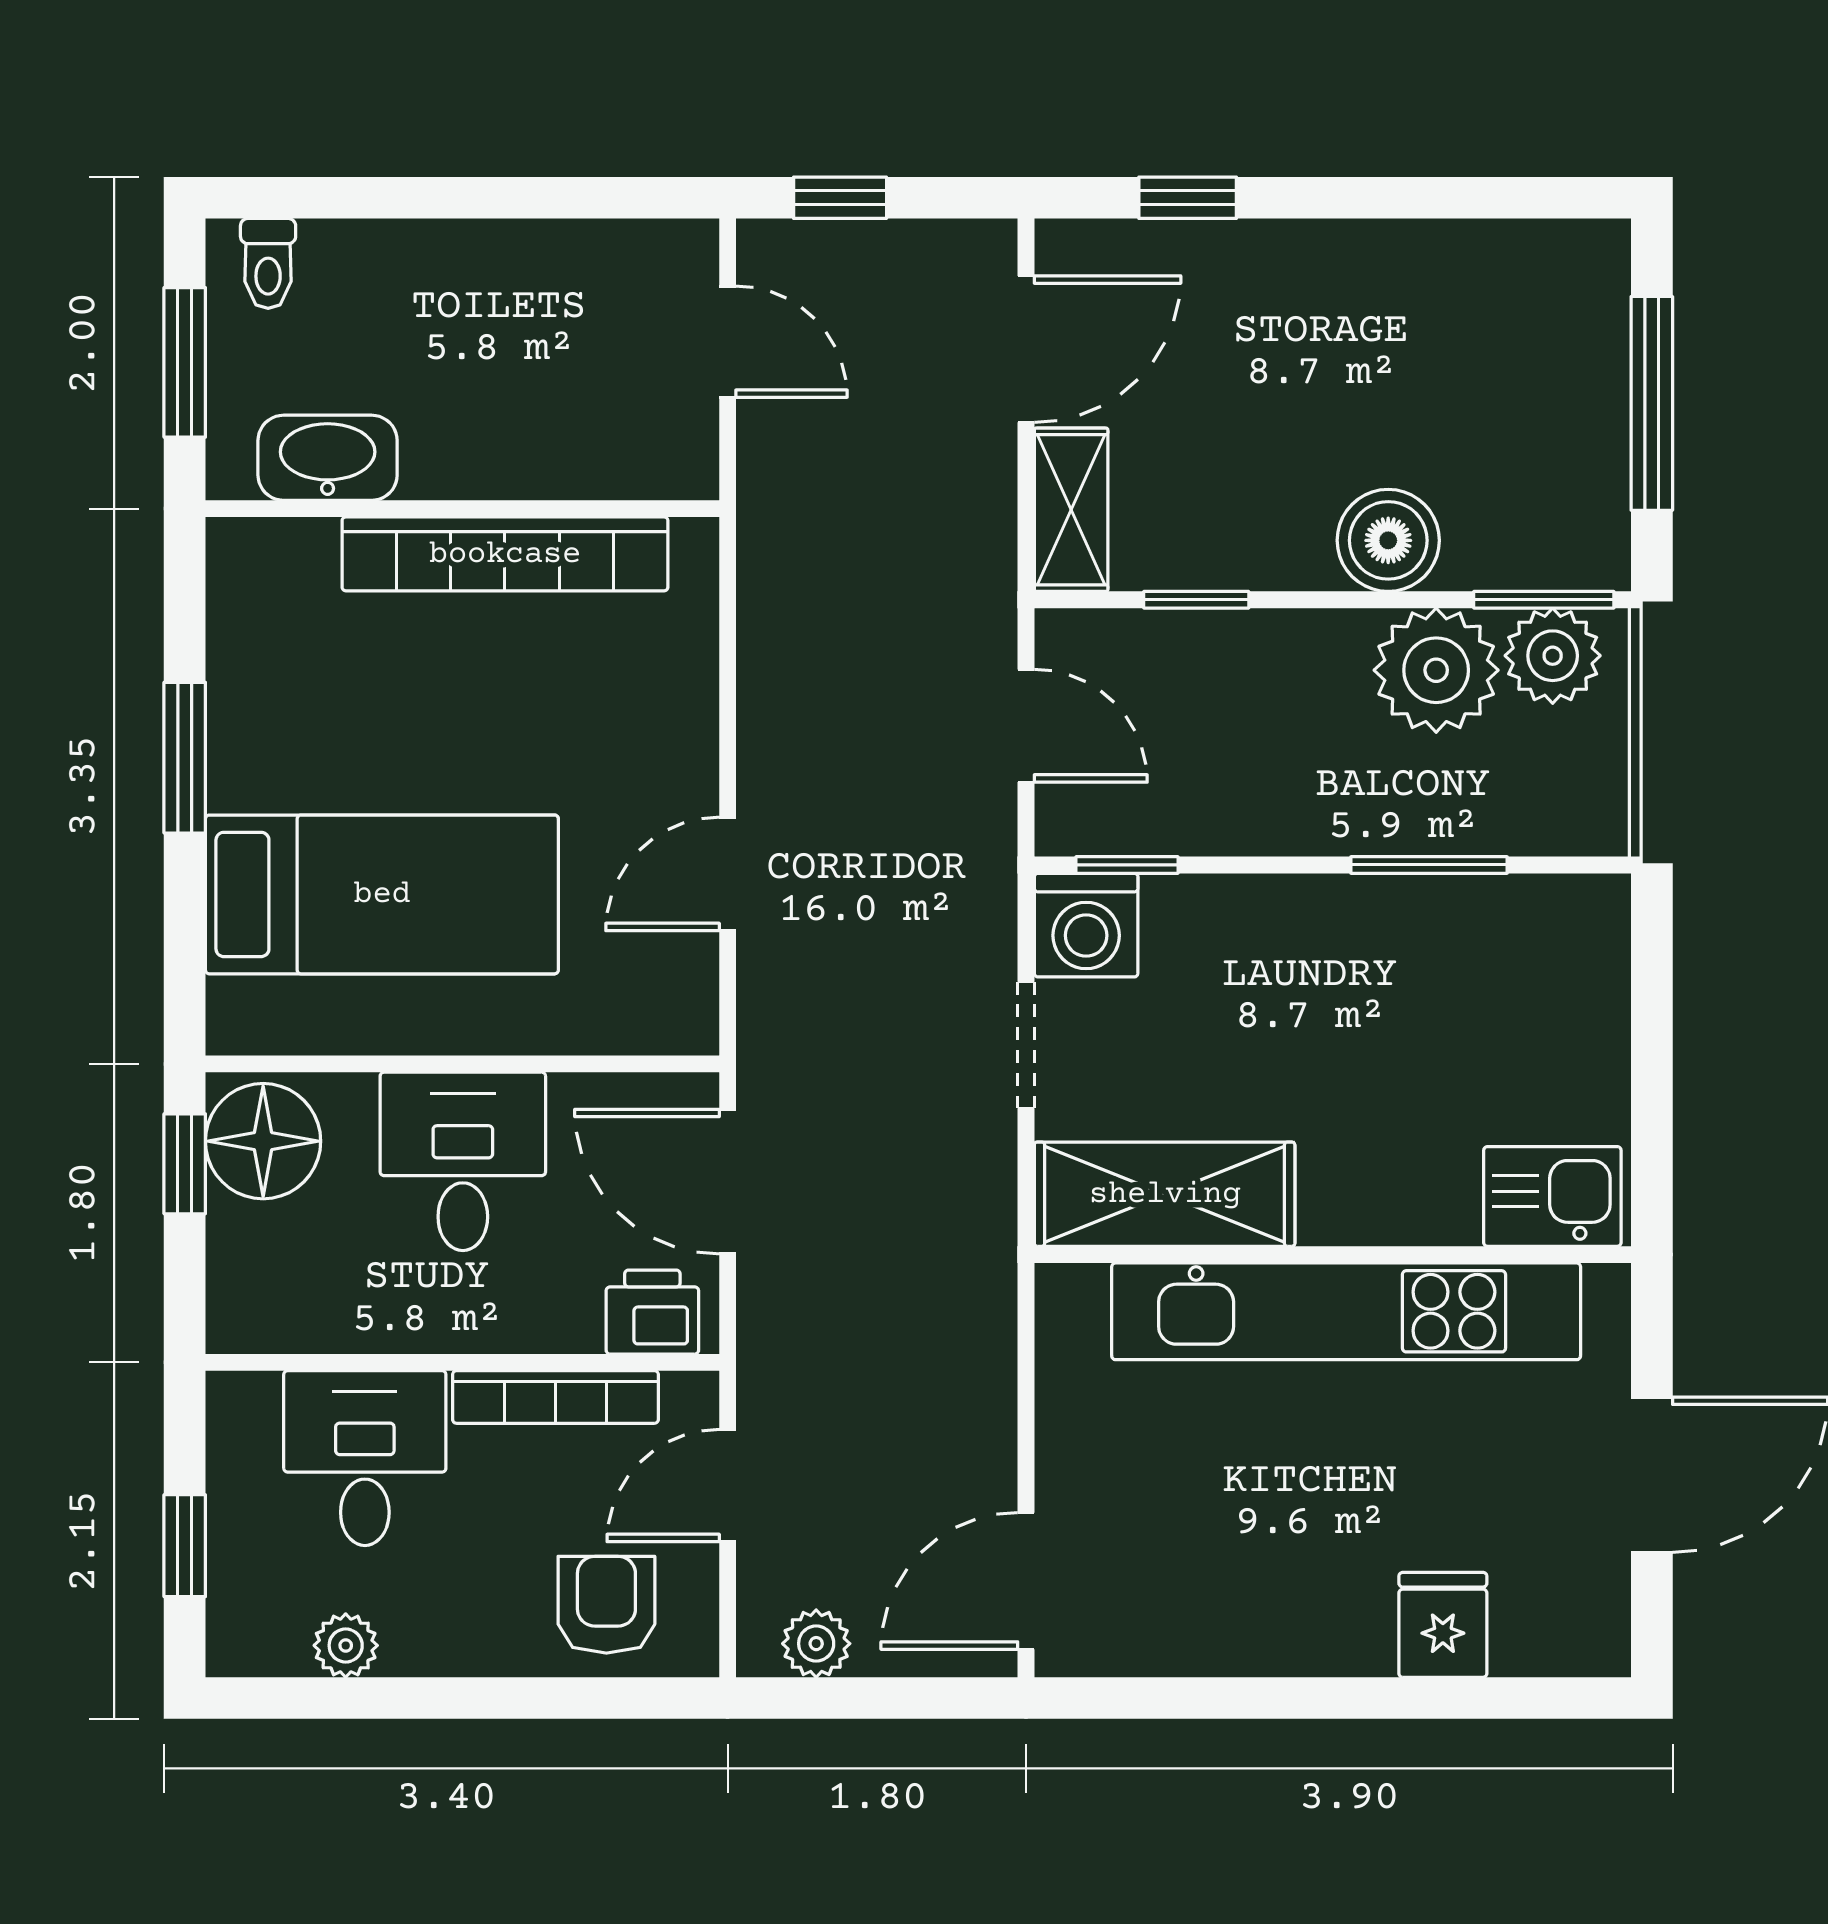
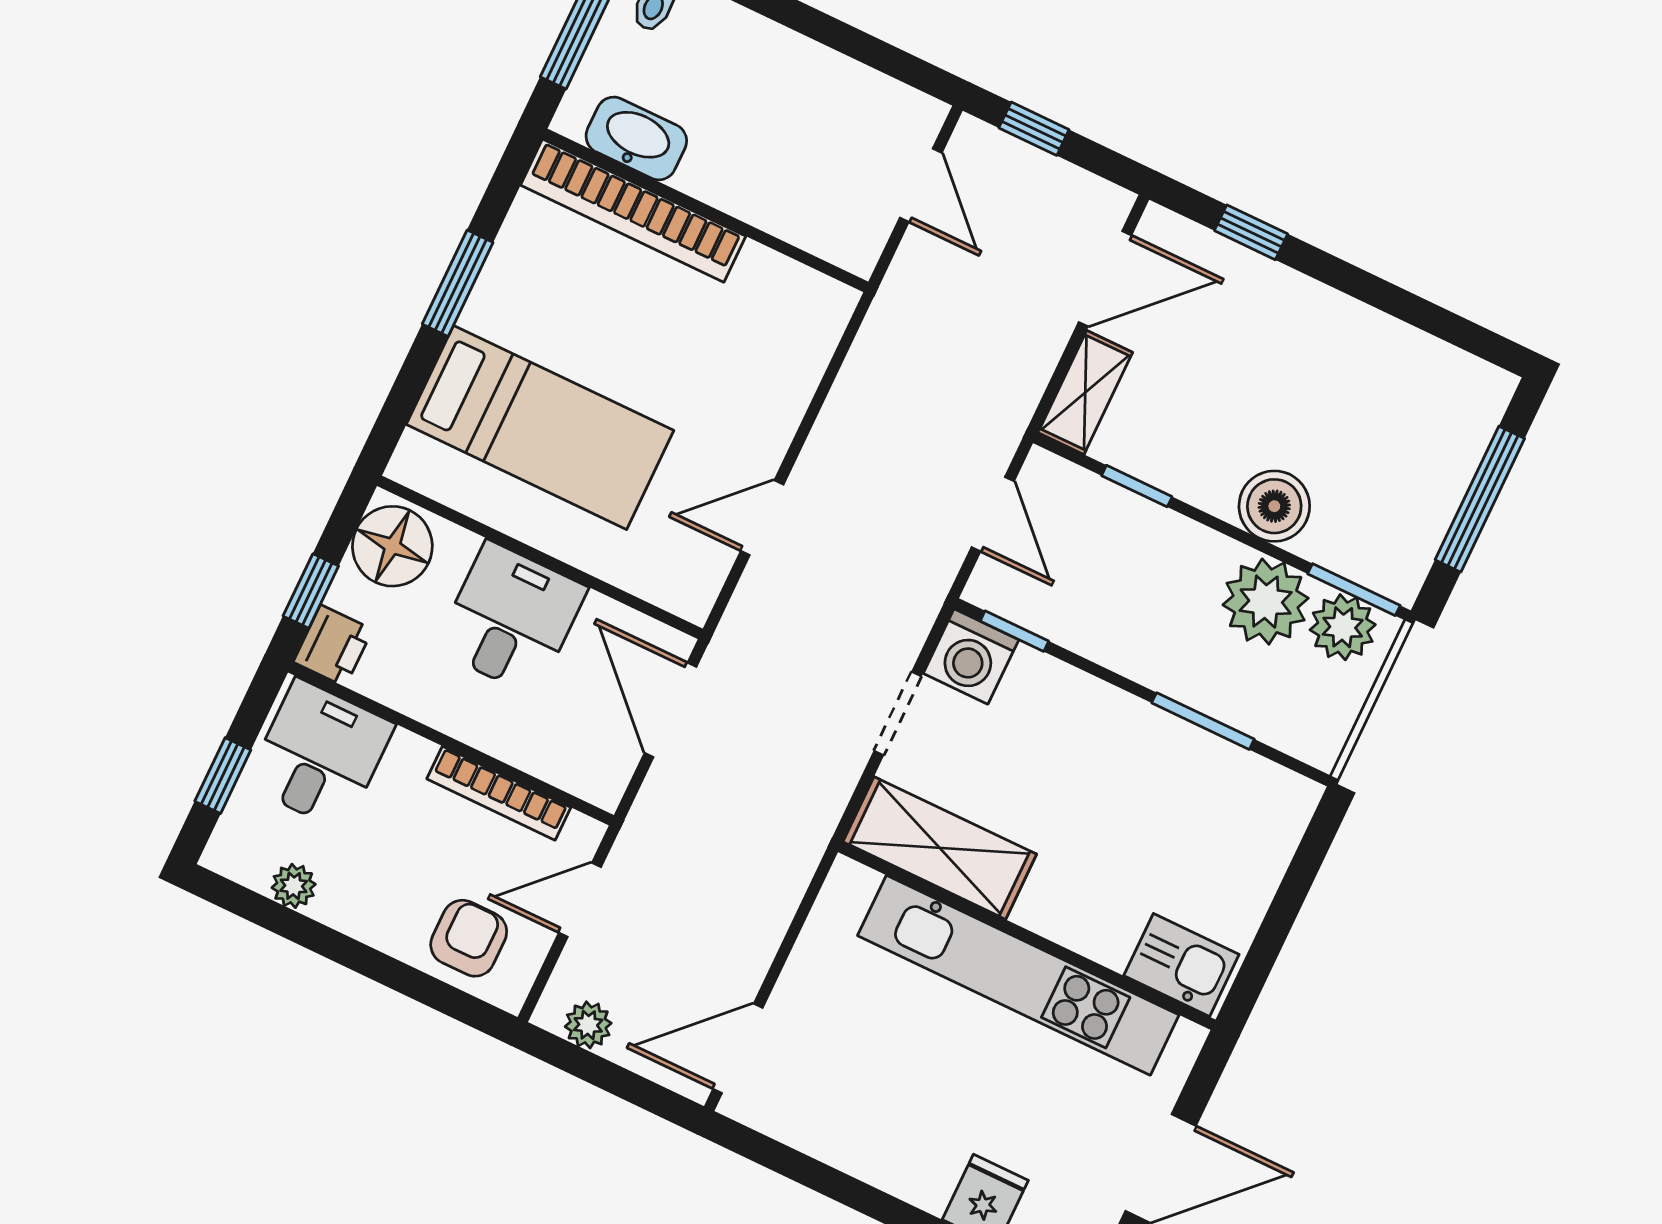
bookcase: (505, 554) -> (633, 211), moved
window: (185, 1164) -> (311, 591), moved
printer: (652, 1312) -> (333, 646), moved, turned 90
desk: (365, 1458) -> (320, 755), moved

